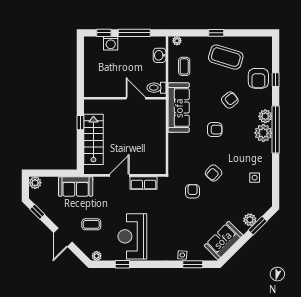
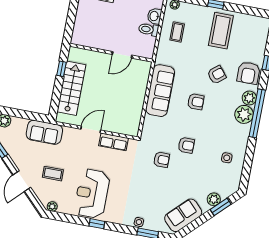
coffee table: (226, 57) -> (221, 31), turned 73
armchair: (258, 78) -> (248, 73), moved
toilet: (156, 88) -> (149, 29), moved
door: (136, 98) -> (122, 55), swing flipped
sofa: (179, 108) -> (160, 91), moved
armchair: (214, 173) -> (186, 145), turned -132
armchair: (193, 191) -> (161, 160), turned 90
window: (122, 264) -> (97, 224), moved

